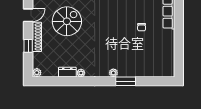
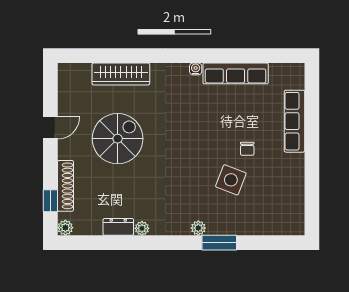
shoe rack: (37, 37) -> (65, 186), moved
side table: (132, 45) -> (231, 180), added
window: (28, 46) -> (50, 201), moved

